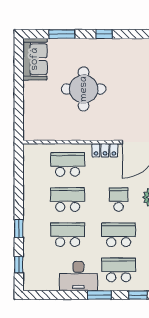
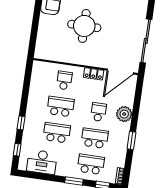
school desk: (68, 164) -> (64, 80), width x0.54
desk: (78, 276) -> (42, 162), moved

